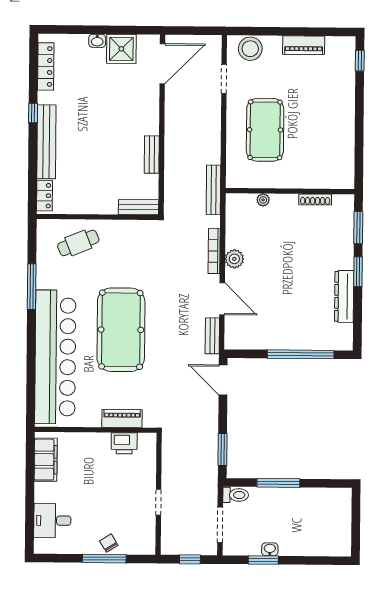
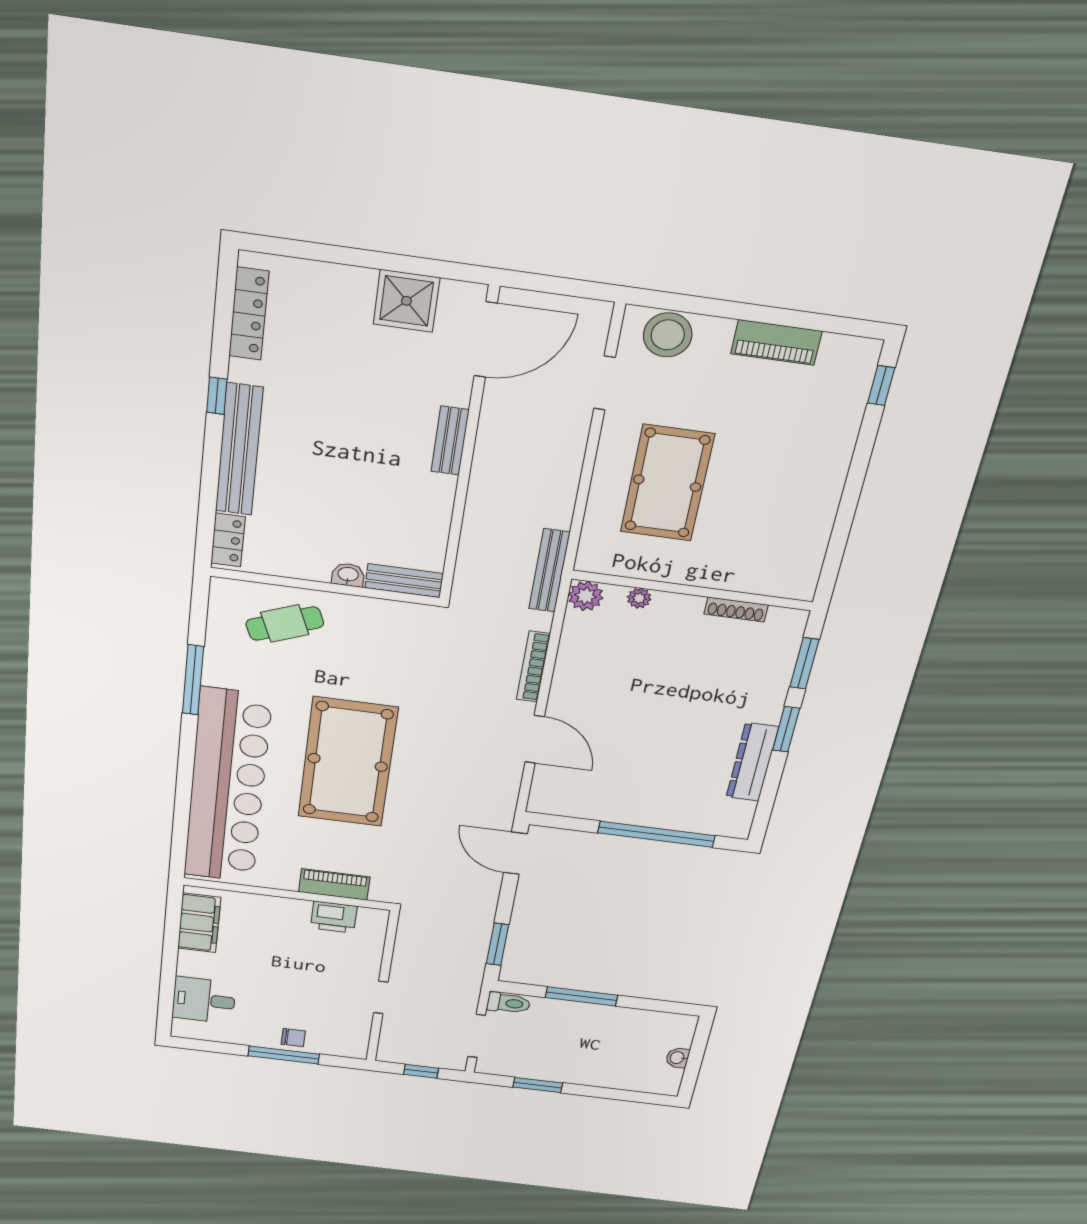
washbasin: (97, 41) -> (348, 575), moved, turned 180
bench: (152, 155) -> (450, 441), moved
plant: (234, 259) -> (586, 596), moved
bench: (212, 336) -> (508, 790), removed
chair: (109, 543) -> (293, 1038), turned 122
washbasin: (270, 549) -> (678, 1058), moved, turned -90

